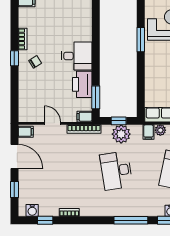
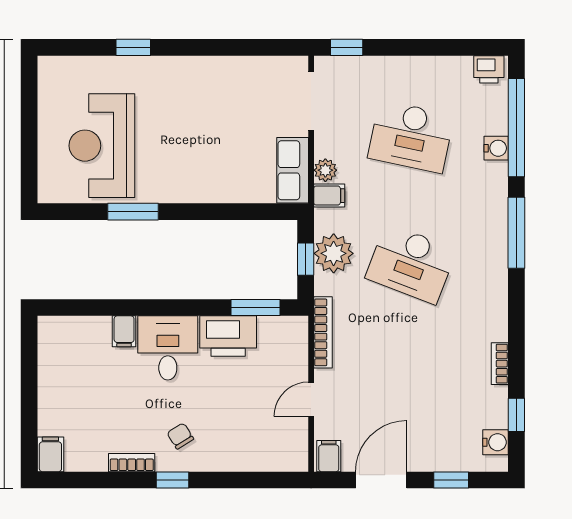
filing cabinet: (84, 117) -> (124, 331), moved
desk: (116, 171) -> (411, 264), turned 30

